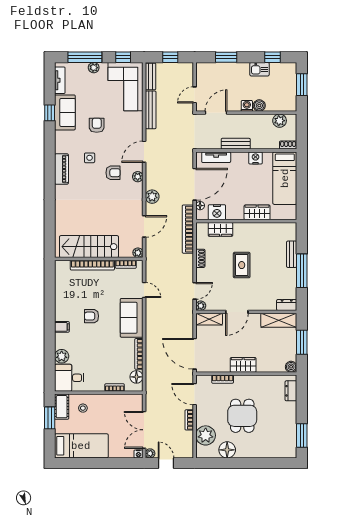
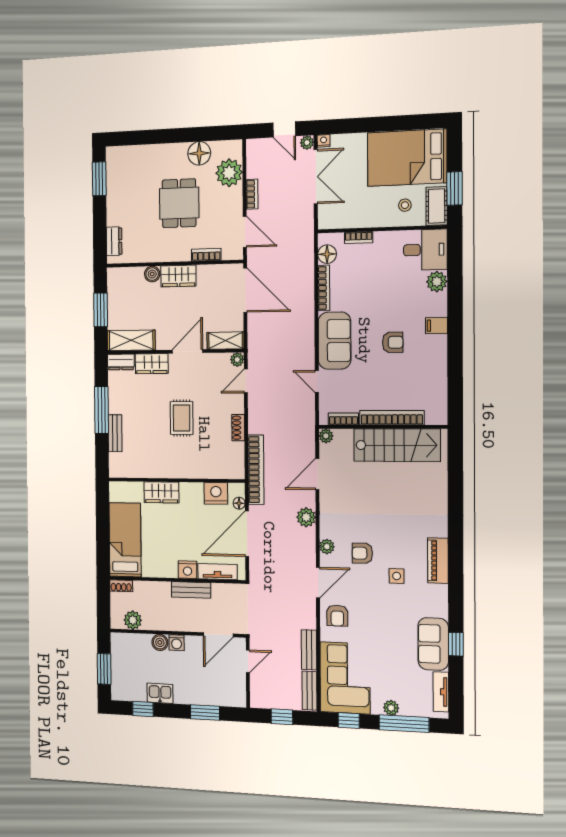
bench: (151, 110) -> (309, 650), width x0.73
armchair: (97, 125) -> (337, 616), moved
nightstand: (256, 158) -> (187, 570), moved
wardrobe: (220, 229) -> (152, 364), moved, turned 180
boiler: (291, 367) -> (152, 274), moved
bed: (81, 446) -> (407, 158), width x1.50

